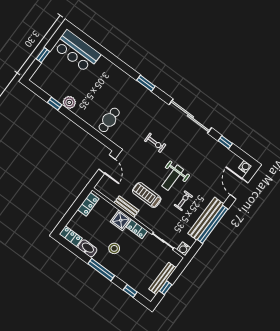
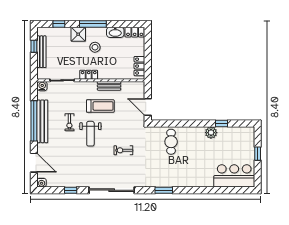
weight bench: (173, 178) -> (90, 134), turned 180
shower: (121, 220) -> (78, 34), moved

